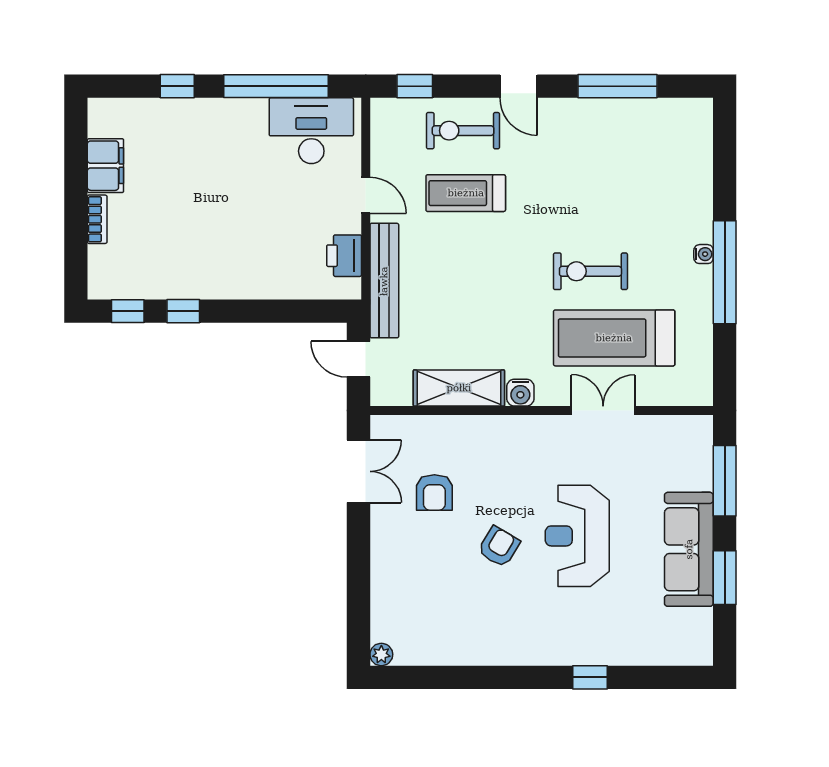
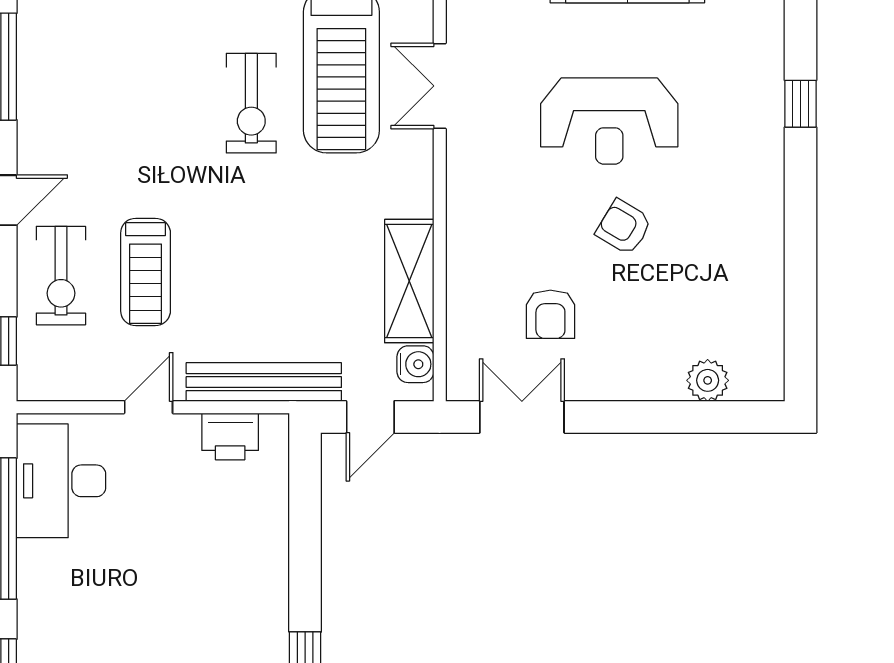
water cooler: (520, 393) -> (415, 364), moved
armchair: (434, 492) -> (550, 314), turned 90
plant: (381, 654) -> (708, 380), moved, width x1.38, depth x1.38

